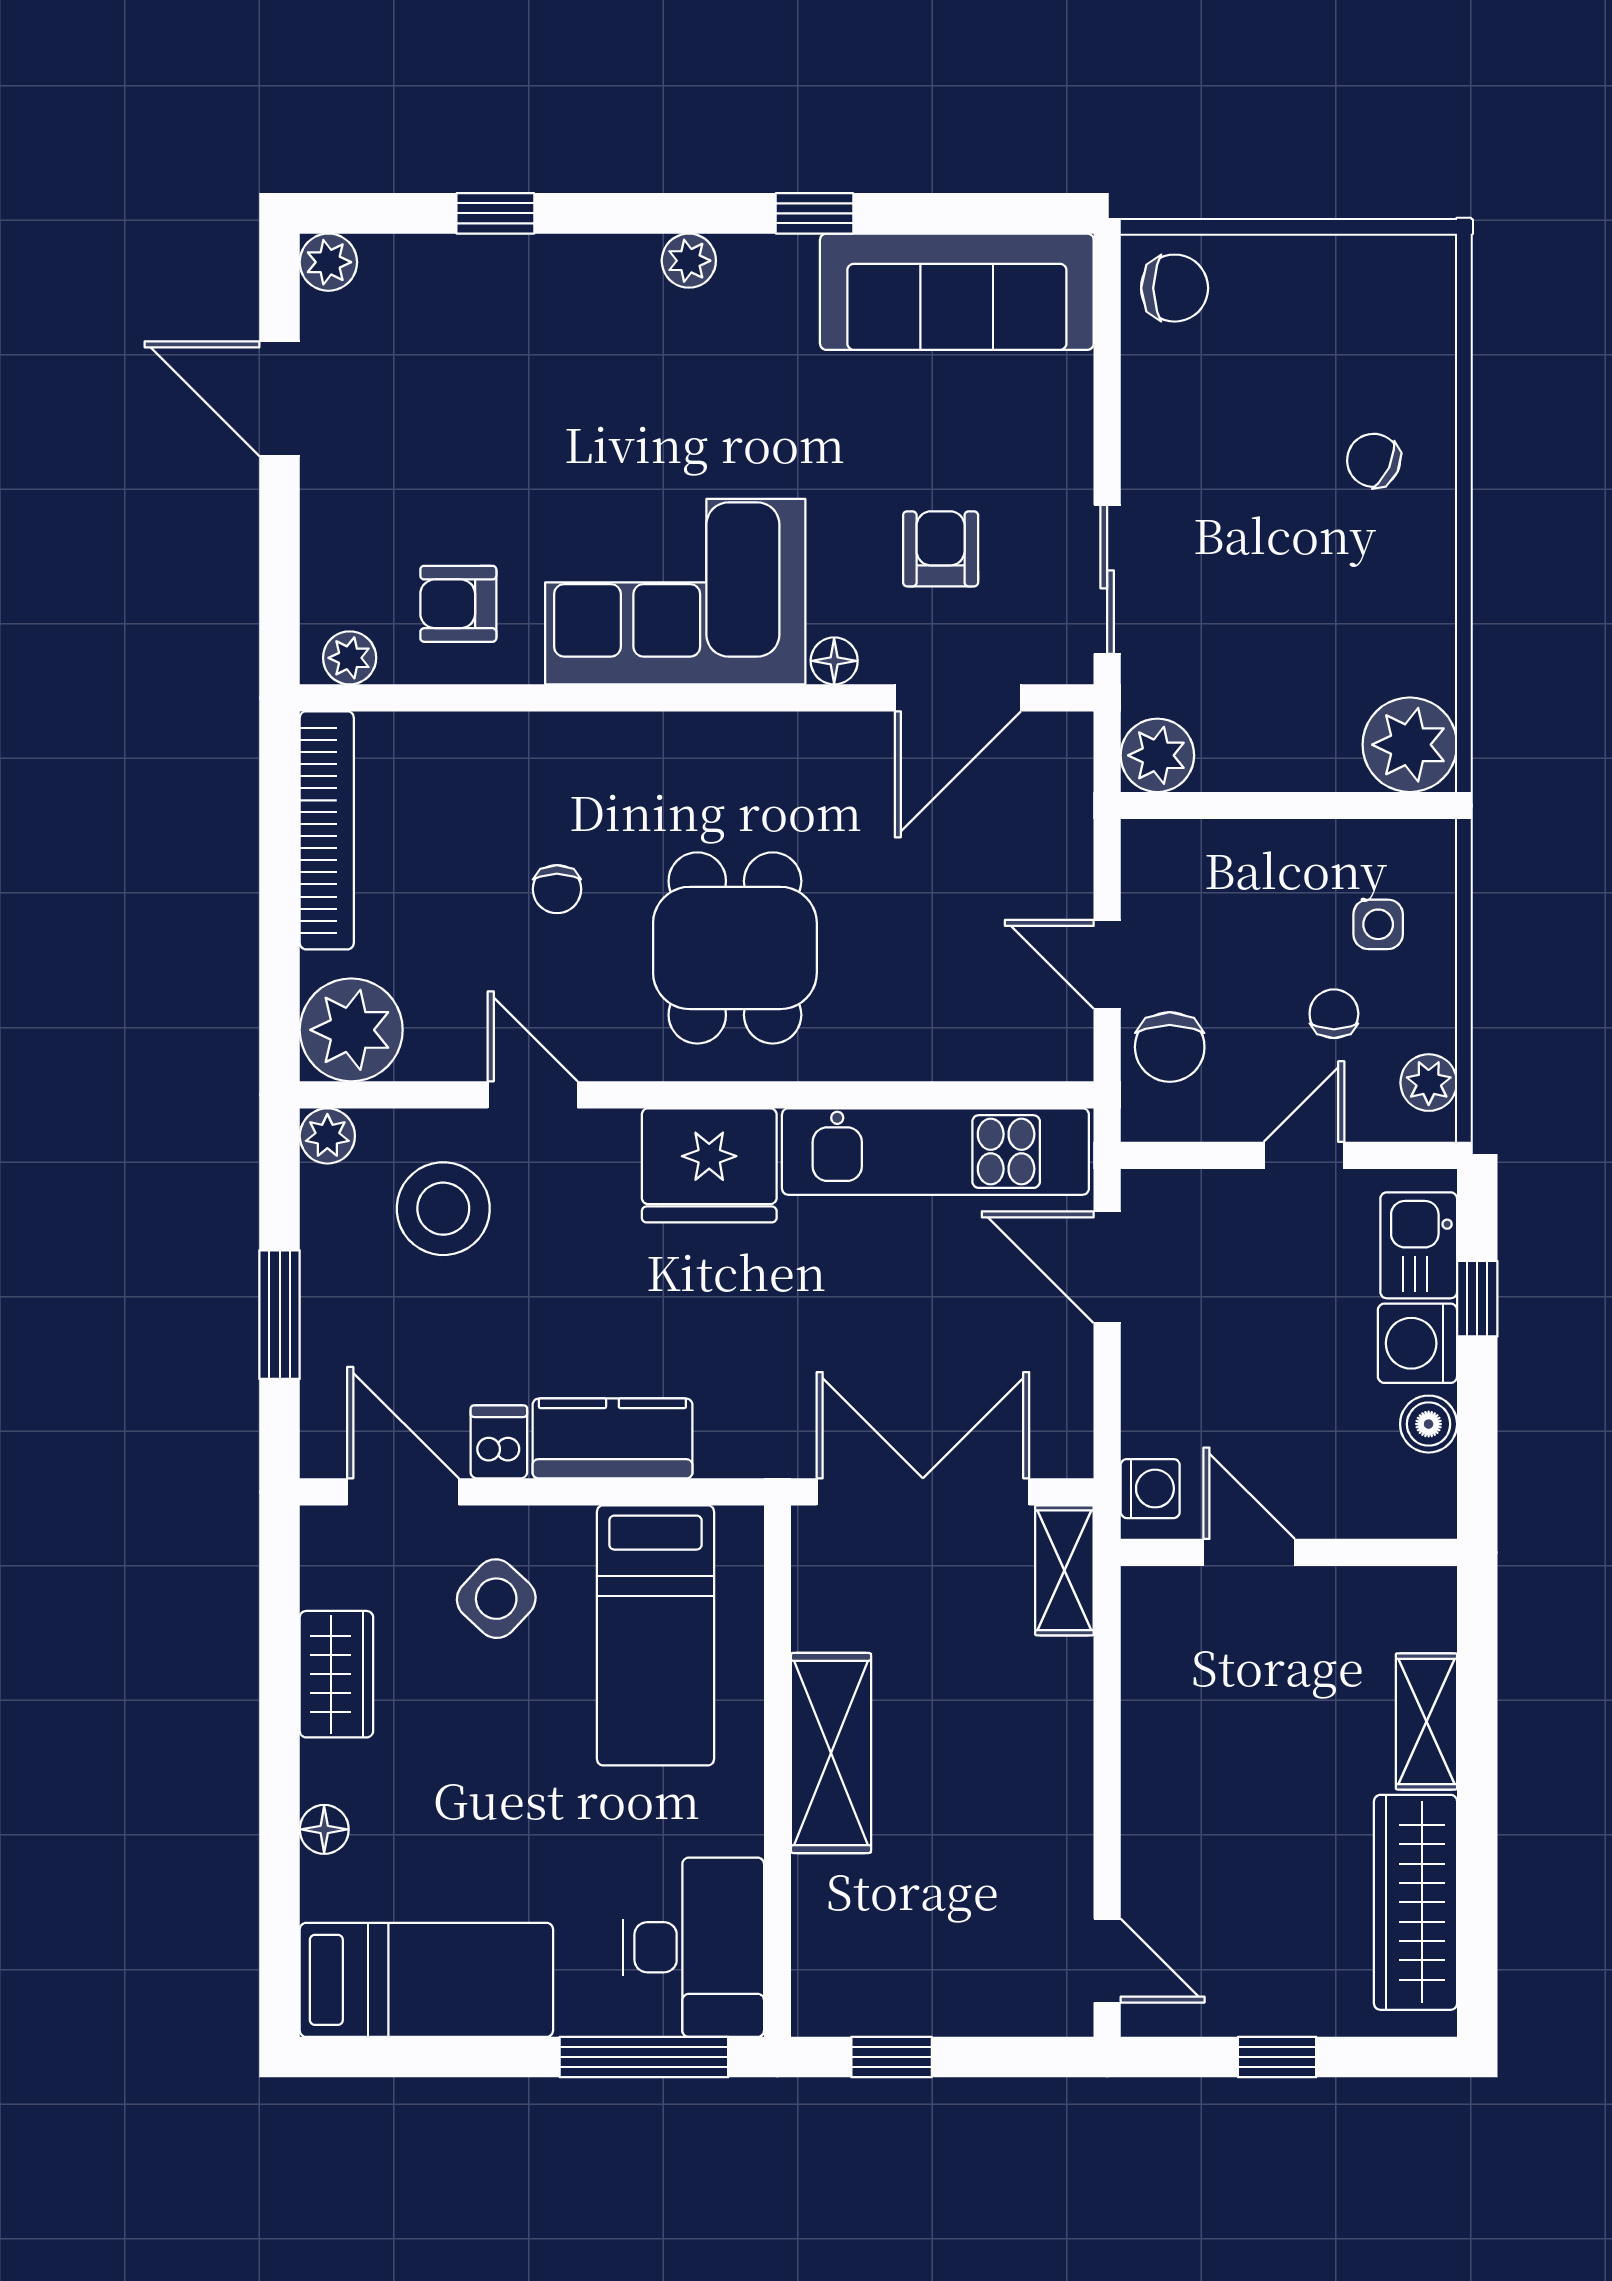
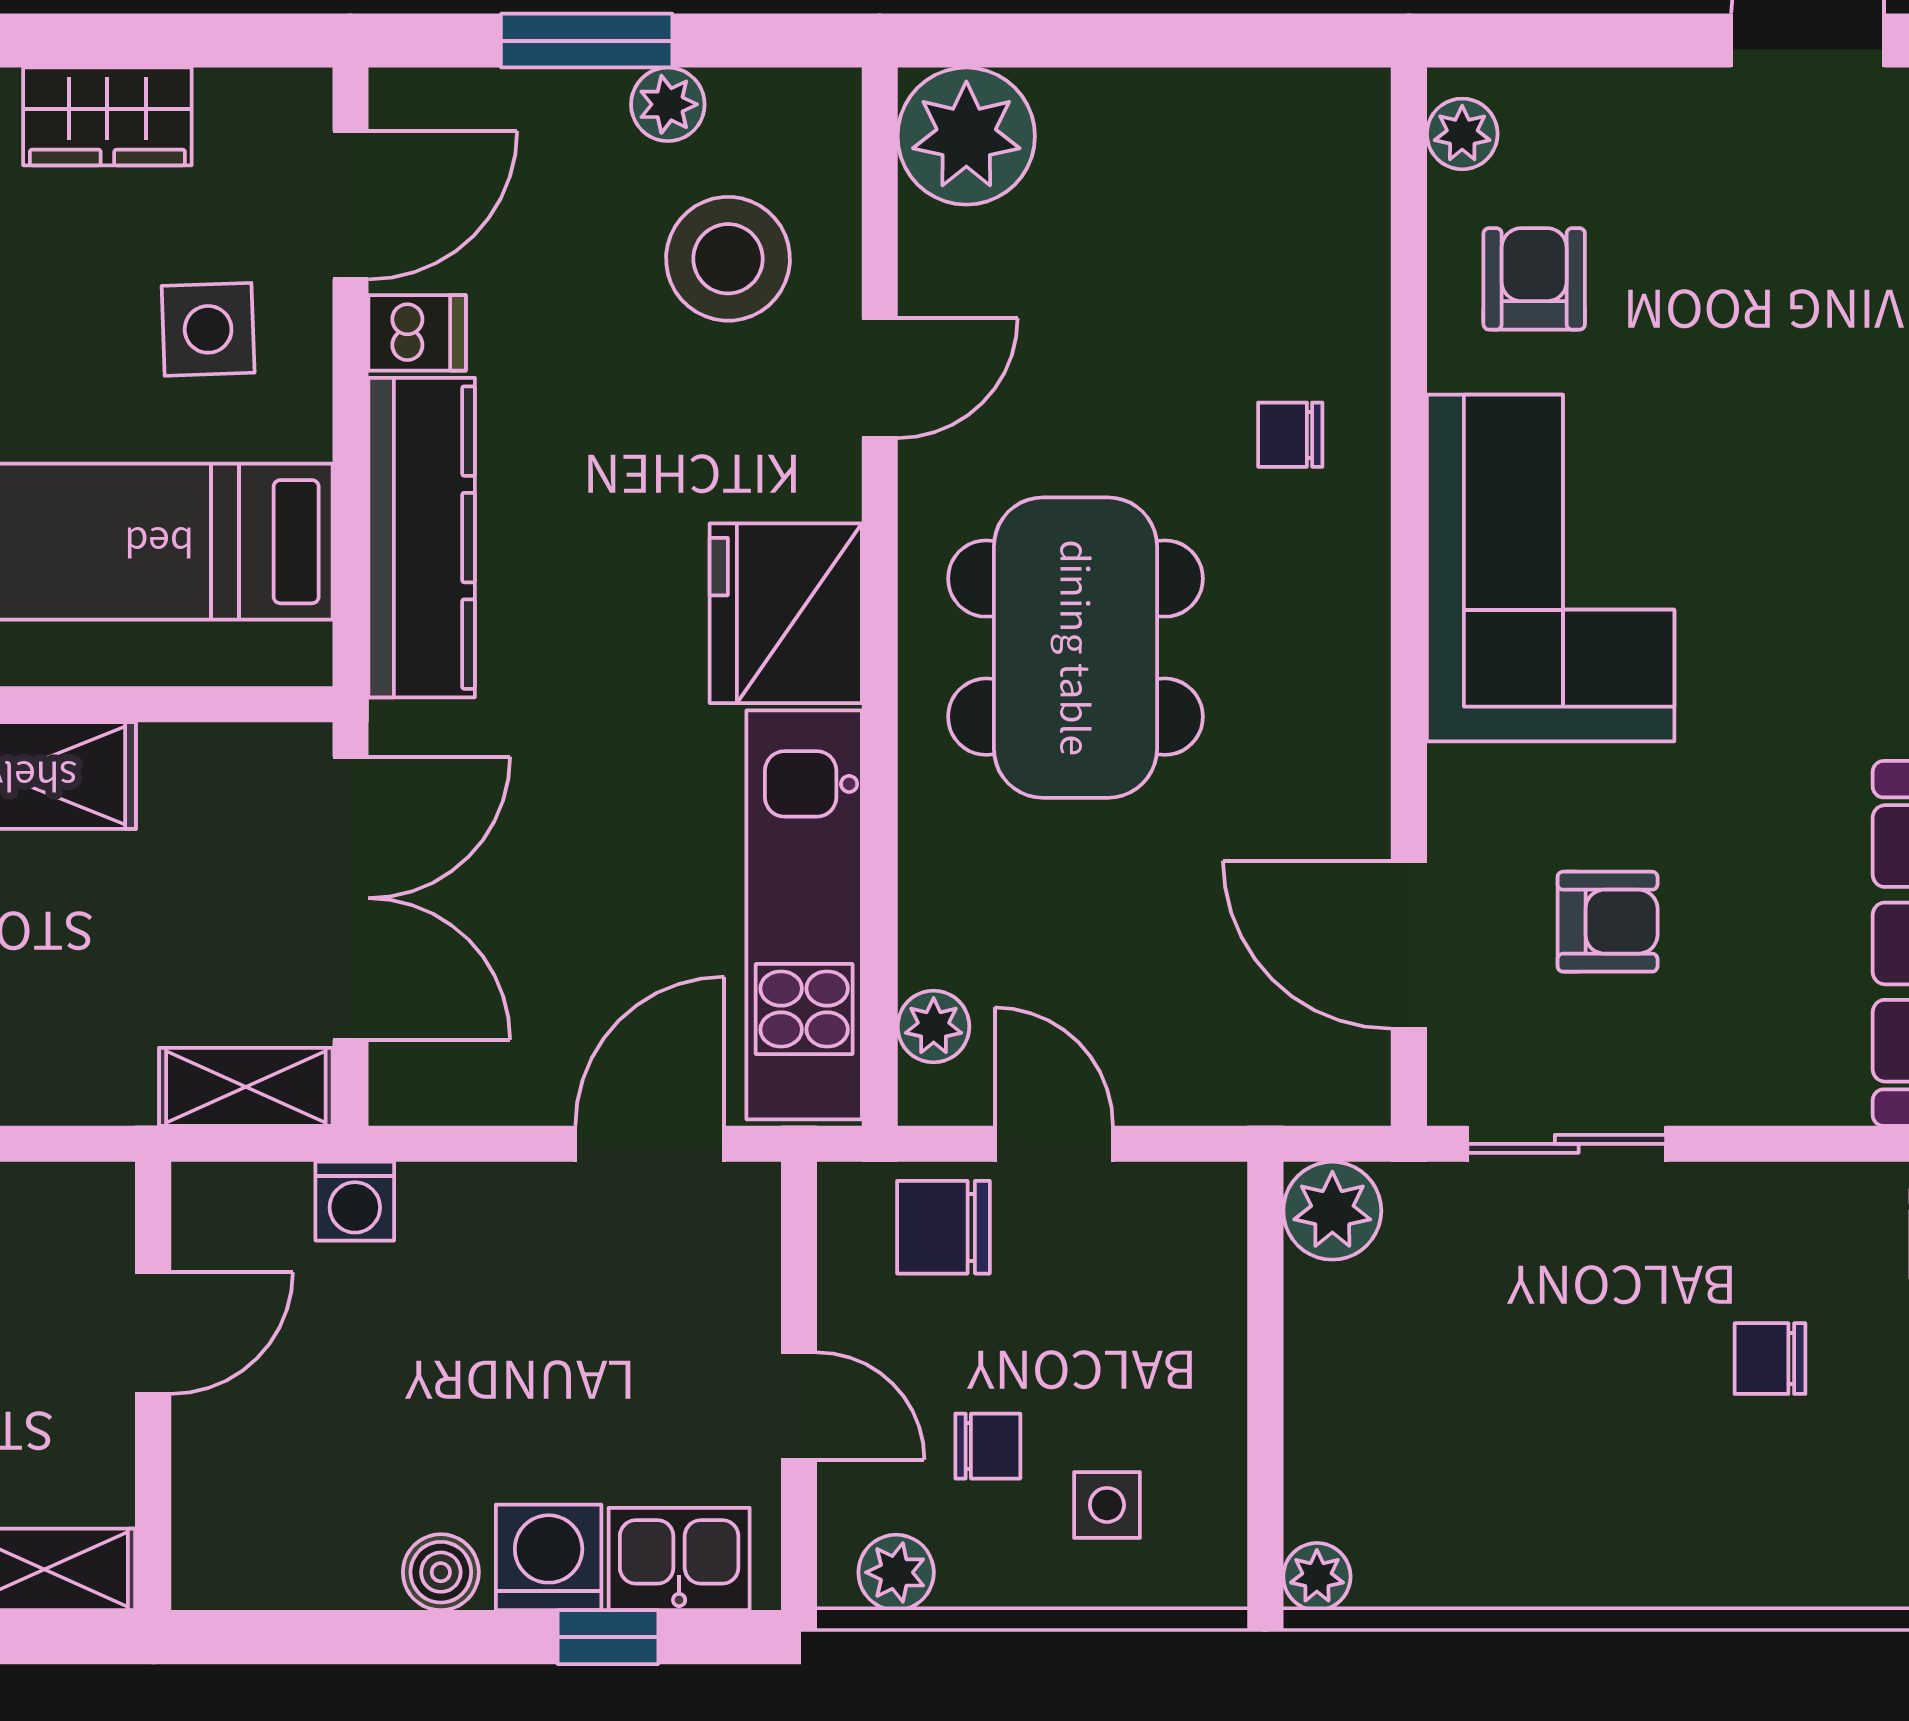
chair: (1374, 460) -> (1770, 1359), moved, turned -115
floor lamp: (834, 661) -> (1458, 780), removed
plant: (1410, 745) -> (1317, 1577), width x0.53, depth x0.53
bookcase: (327, 830) -> (1232, 104), removed
chair: (557, 889) -> (1290, 435), moved
dining table: (735, 948) -> (1075, 648), width x1.37
door: (1107, 964) -> (1054, 1144), hinge flipped
plant: (1019, 1054) -> (934, 1026), added
plant: (327, 1136) -> (668, 104), moved
kitchen counter: (612, 1438) -> (422, 538), width x1.50
door: (1249, 1552) -> (153, 1333), moved
wall: (1289, 1552) -> (153, 1386), moved
side table: (496, 1599) -> (208, 329), turned 45

